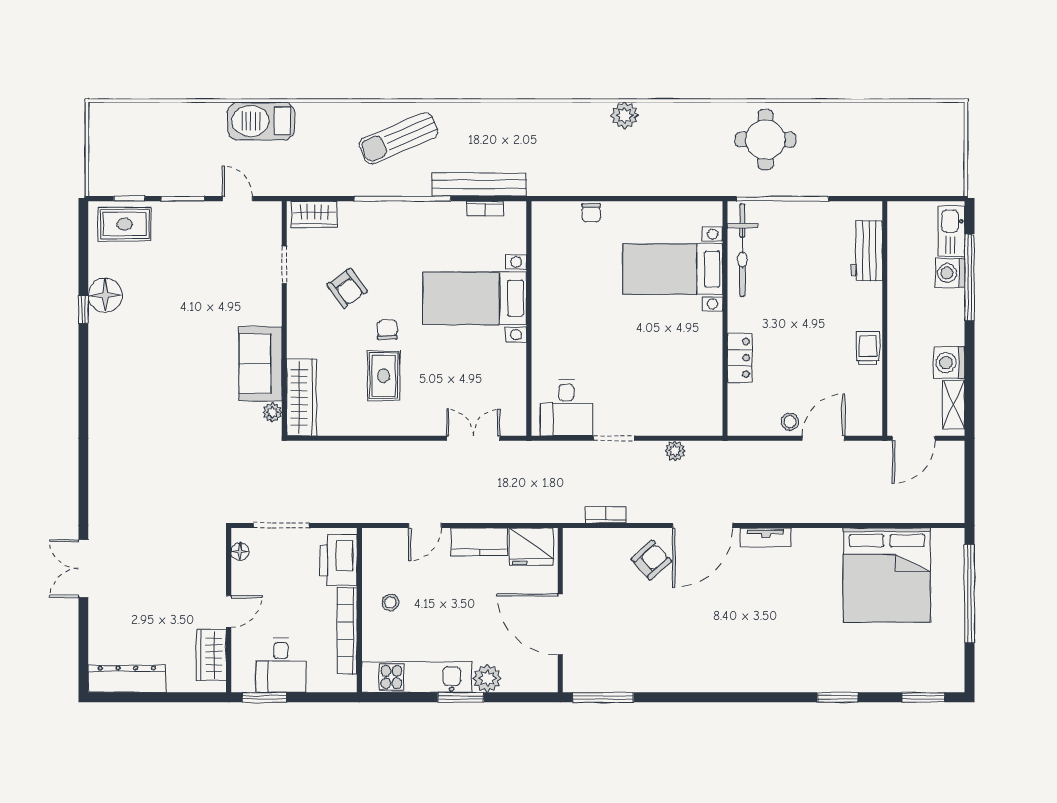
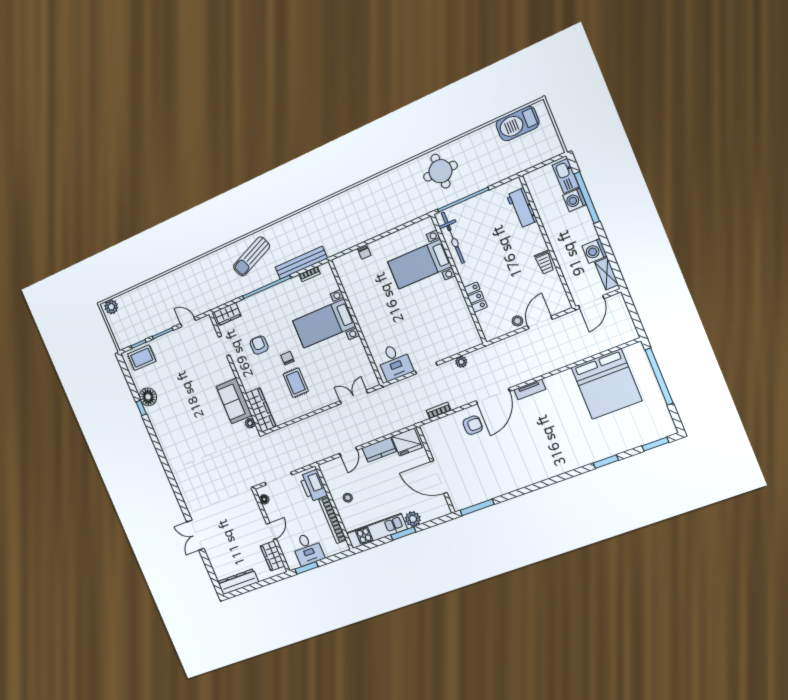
plant: (625, 115) -> (111, 307), moved
barbecue: (261, 121) -> (518, 124), moved
armchair: (347, 288) -> (259, 345), turned -144
trolley: (868, 348) -> (545, 262), turned 180
armchair: (651, 560) -> (473, 425), turned 42

